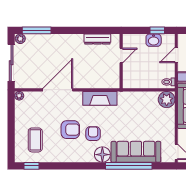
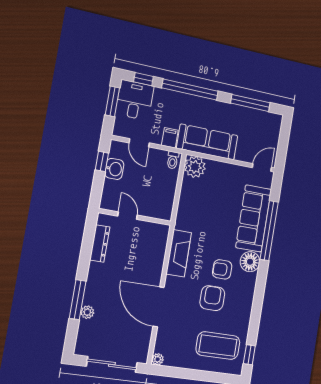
window: (37, 30) -> (78, 300), moved
plant: (20, 39) -> (87, 312), moved
coffee table: (35, 140) -> (218, 346), width x1.36, depth x1.32

